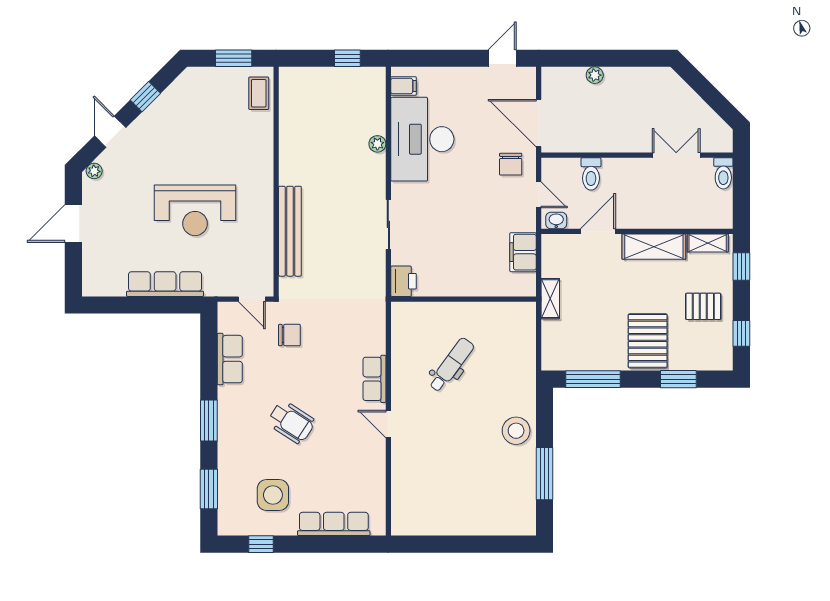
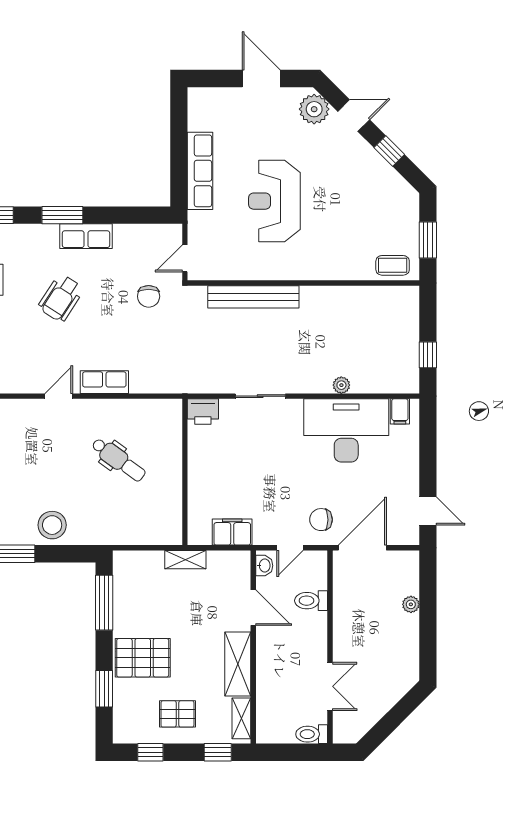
plant: (94, 171) -> (314, 109), width x1.87, depth x1.87
pallet: (703, 306) -> (177, 714), turned 90
row of seats: (230, 359) -> (86, 236), moved

